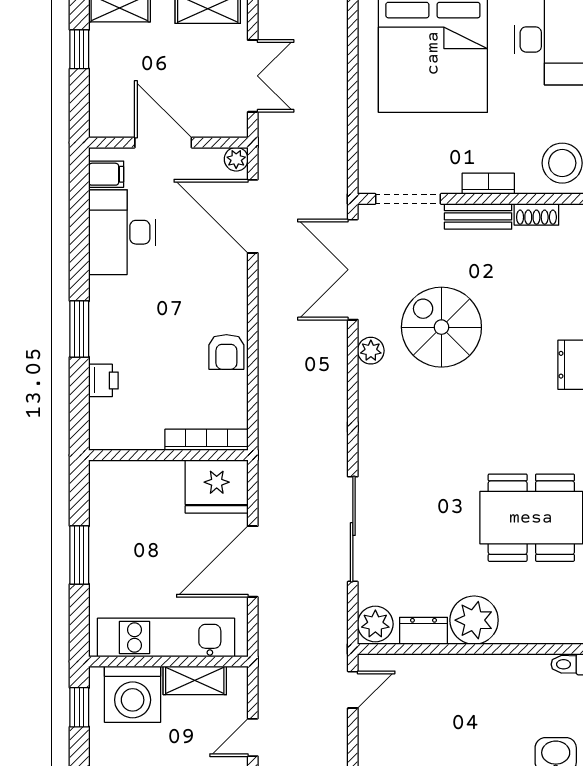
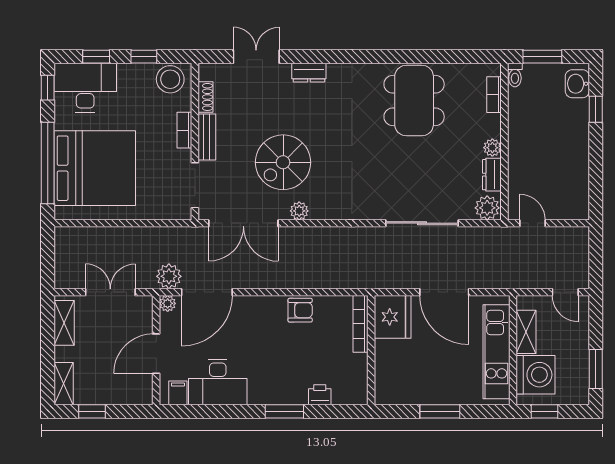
plant: (276, 161) -> (169, 276), added
plant: (474, 620) -> (492, 148), width x0.53, depth x0.53
bookcase: (540, 634) -> (494, 95), added

